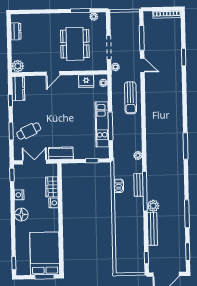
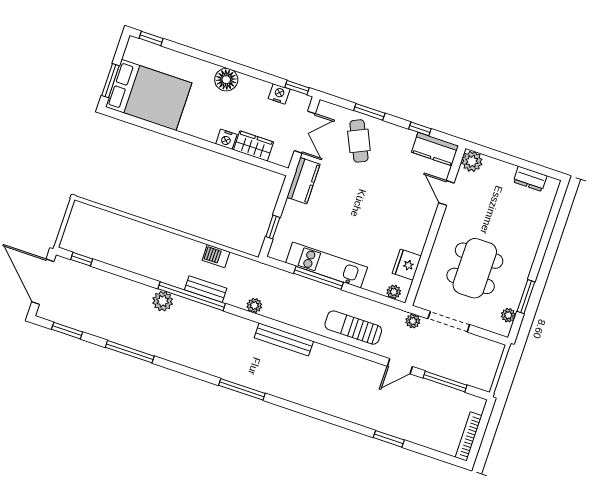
dining table: (75, 44) -> (475, 268), turned 90
door: (53, 73) -> (446, 193), moved
nightstand: (19, 195) -> (279, 94), moved
bench: (152, 229) -> (284, 340), moved

